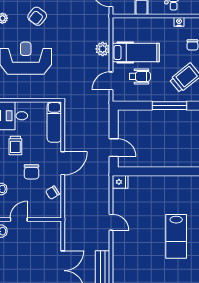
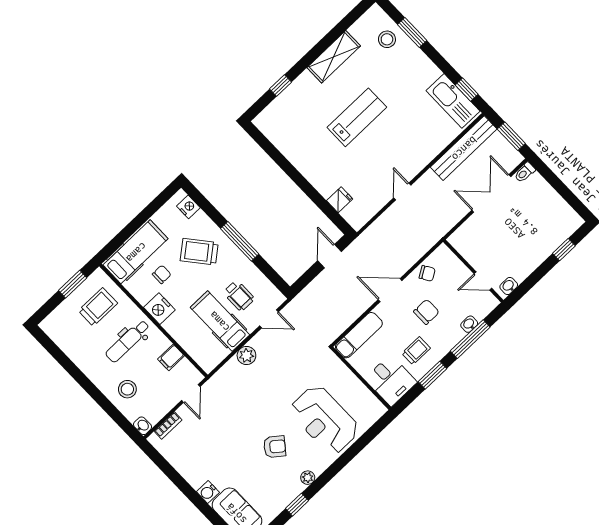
nightstand: (179, 22) -> (159, 309), width x1.89, depth x1.79
wheelchair: (140, 76) -> (239, 296), turned 180
fridge: (120, 182) -> (340, 200), moved, turned 90

